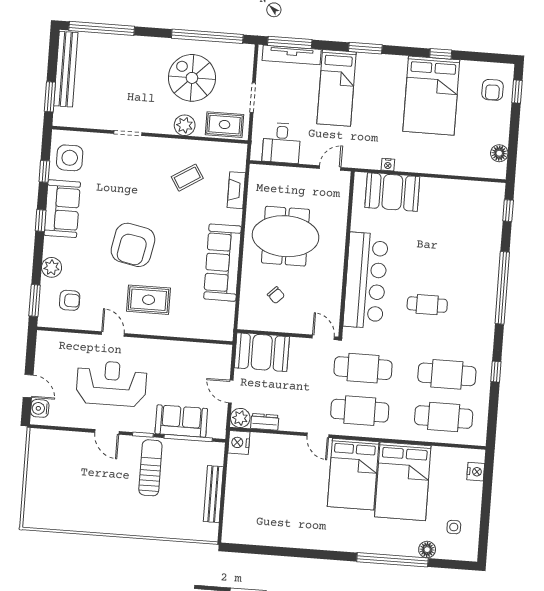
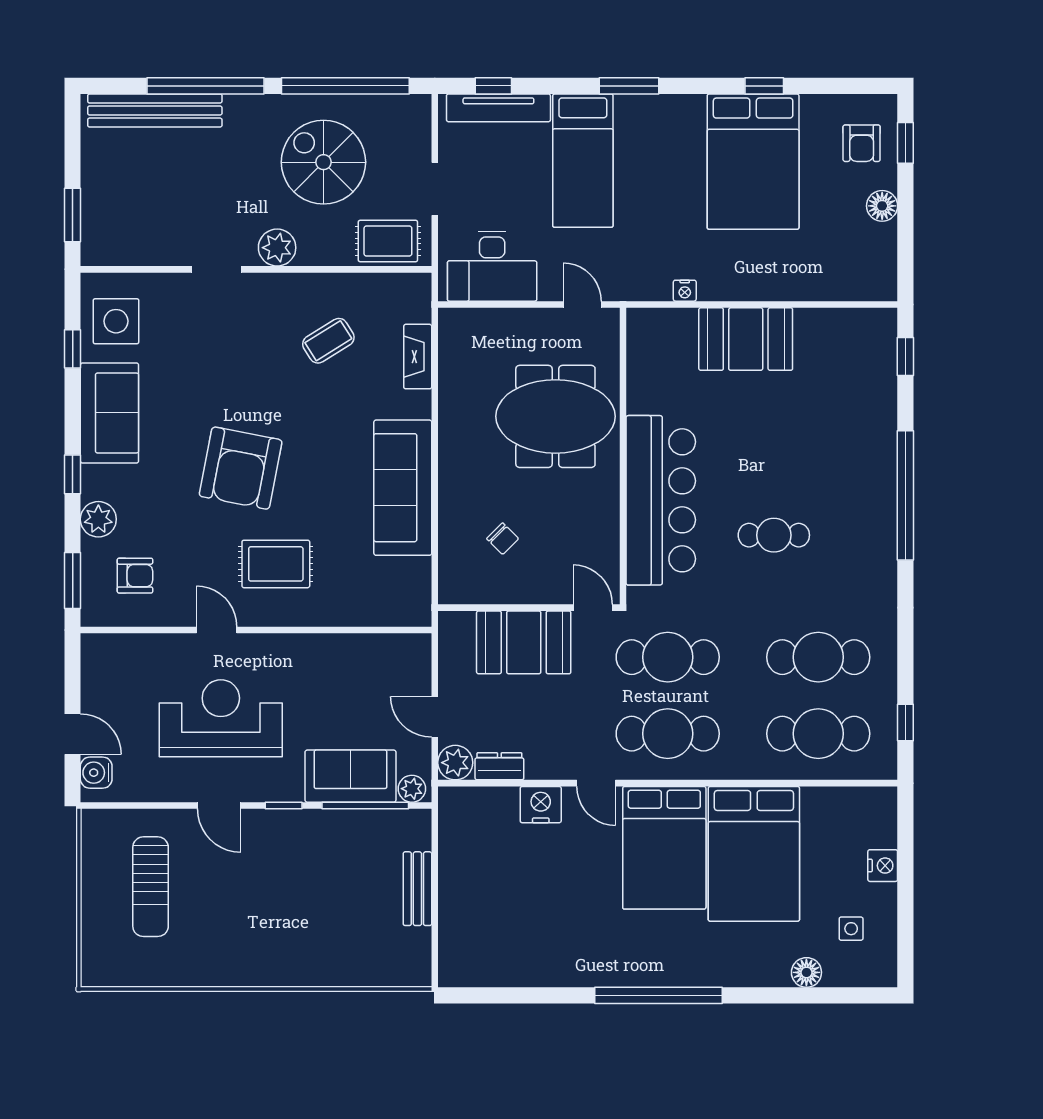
window: (102, 28) -> (205, 86), moved
window: (290, 43) -> (493, 86), width x0.46
bench: (66, 69) -> (155, 111), moved, turned 90
plant: (185, 125) -> (277, 248), moved
desk: (282, 143) -> (492, 266), width x1.37
floor lamp: (499, 153) -> (882, 206), moved
door: (330, 168) -> (582, 304), hinge flipped
booth: (392, 192) -> (746, 339), moved
window: (41, 221) -> (73, 474), moved
meeting table: (286, 236) -> (555, 416), moved
booth: (262, 352) -> (524, 642), moved
window: (496, 372) -> (905, 723), moved
plant: (215, 431) -> (412, 789), added
nightstand: (239, 443) -> (541, 805), moved, turned 90
sun lounger: (150, 468) -> (151, 887), moved, turned 180
nightstand: (476, 472) -> (883, 866), moved
bench: (213, 494) -> (417, 889), width x0.73
window: (392, 560) -> (658, 995), moved

